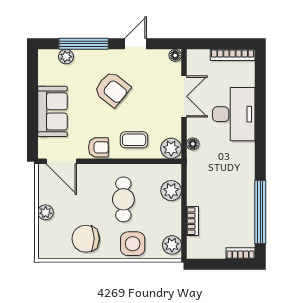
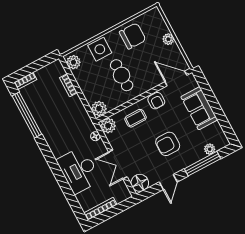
floor lamp: (175, 55) -> (140, 183), width x1.89, depth x1.89
armchair: (112, 89) -> (168, 144), turned -39
armchair: (98, 147) -> (156, 101), turned -90
plant: (171, 191) -> (99, 109), moved

